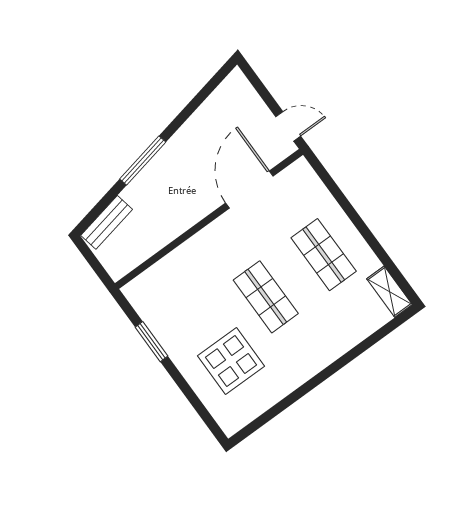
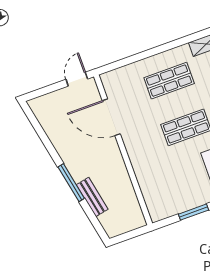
bench: (107, 222) -> (92, 197), moved

